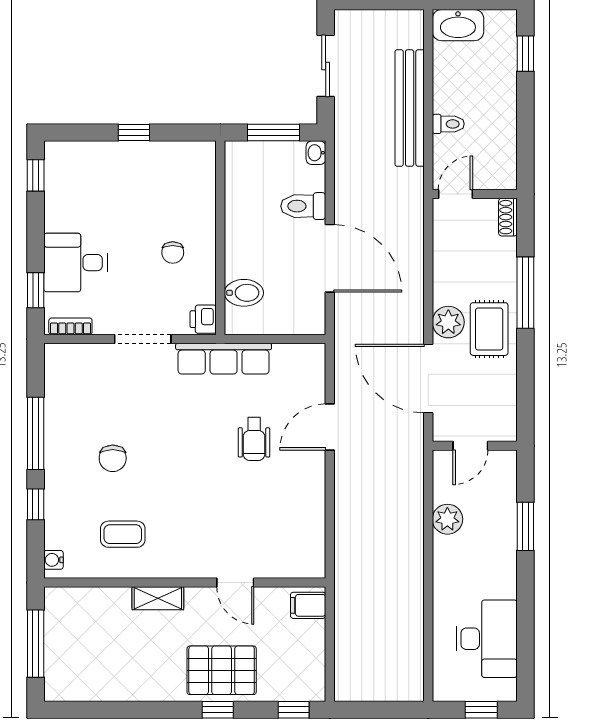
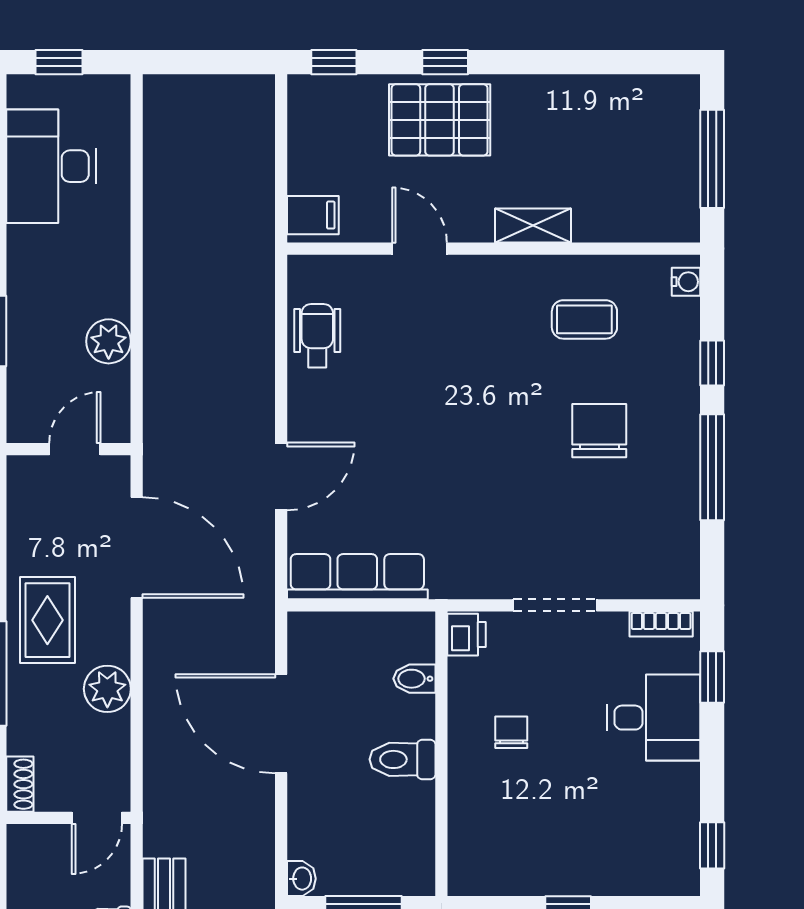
toilet: (303, 206) -> (403, 759), moved, turned 180
bidet: (244, 293) -> (414, 679), width x0.72, depth x0.74
plant: (448, 322) -> (107, 689), moved
row of seats: (224, 359) -> (357, 577), moved
wheelchair: (254, 439) -> (317, 336), moved
chair: (113, 458) -> (599, 431), width x1.37, depth x1.37

